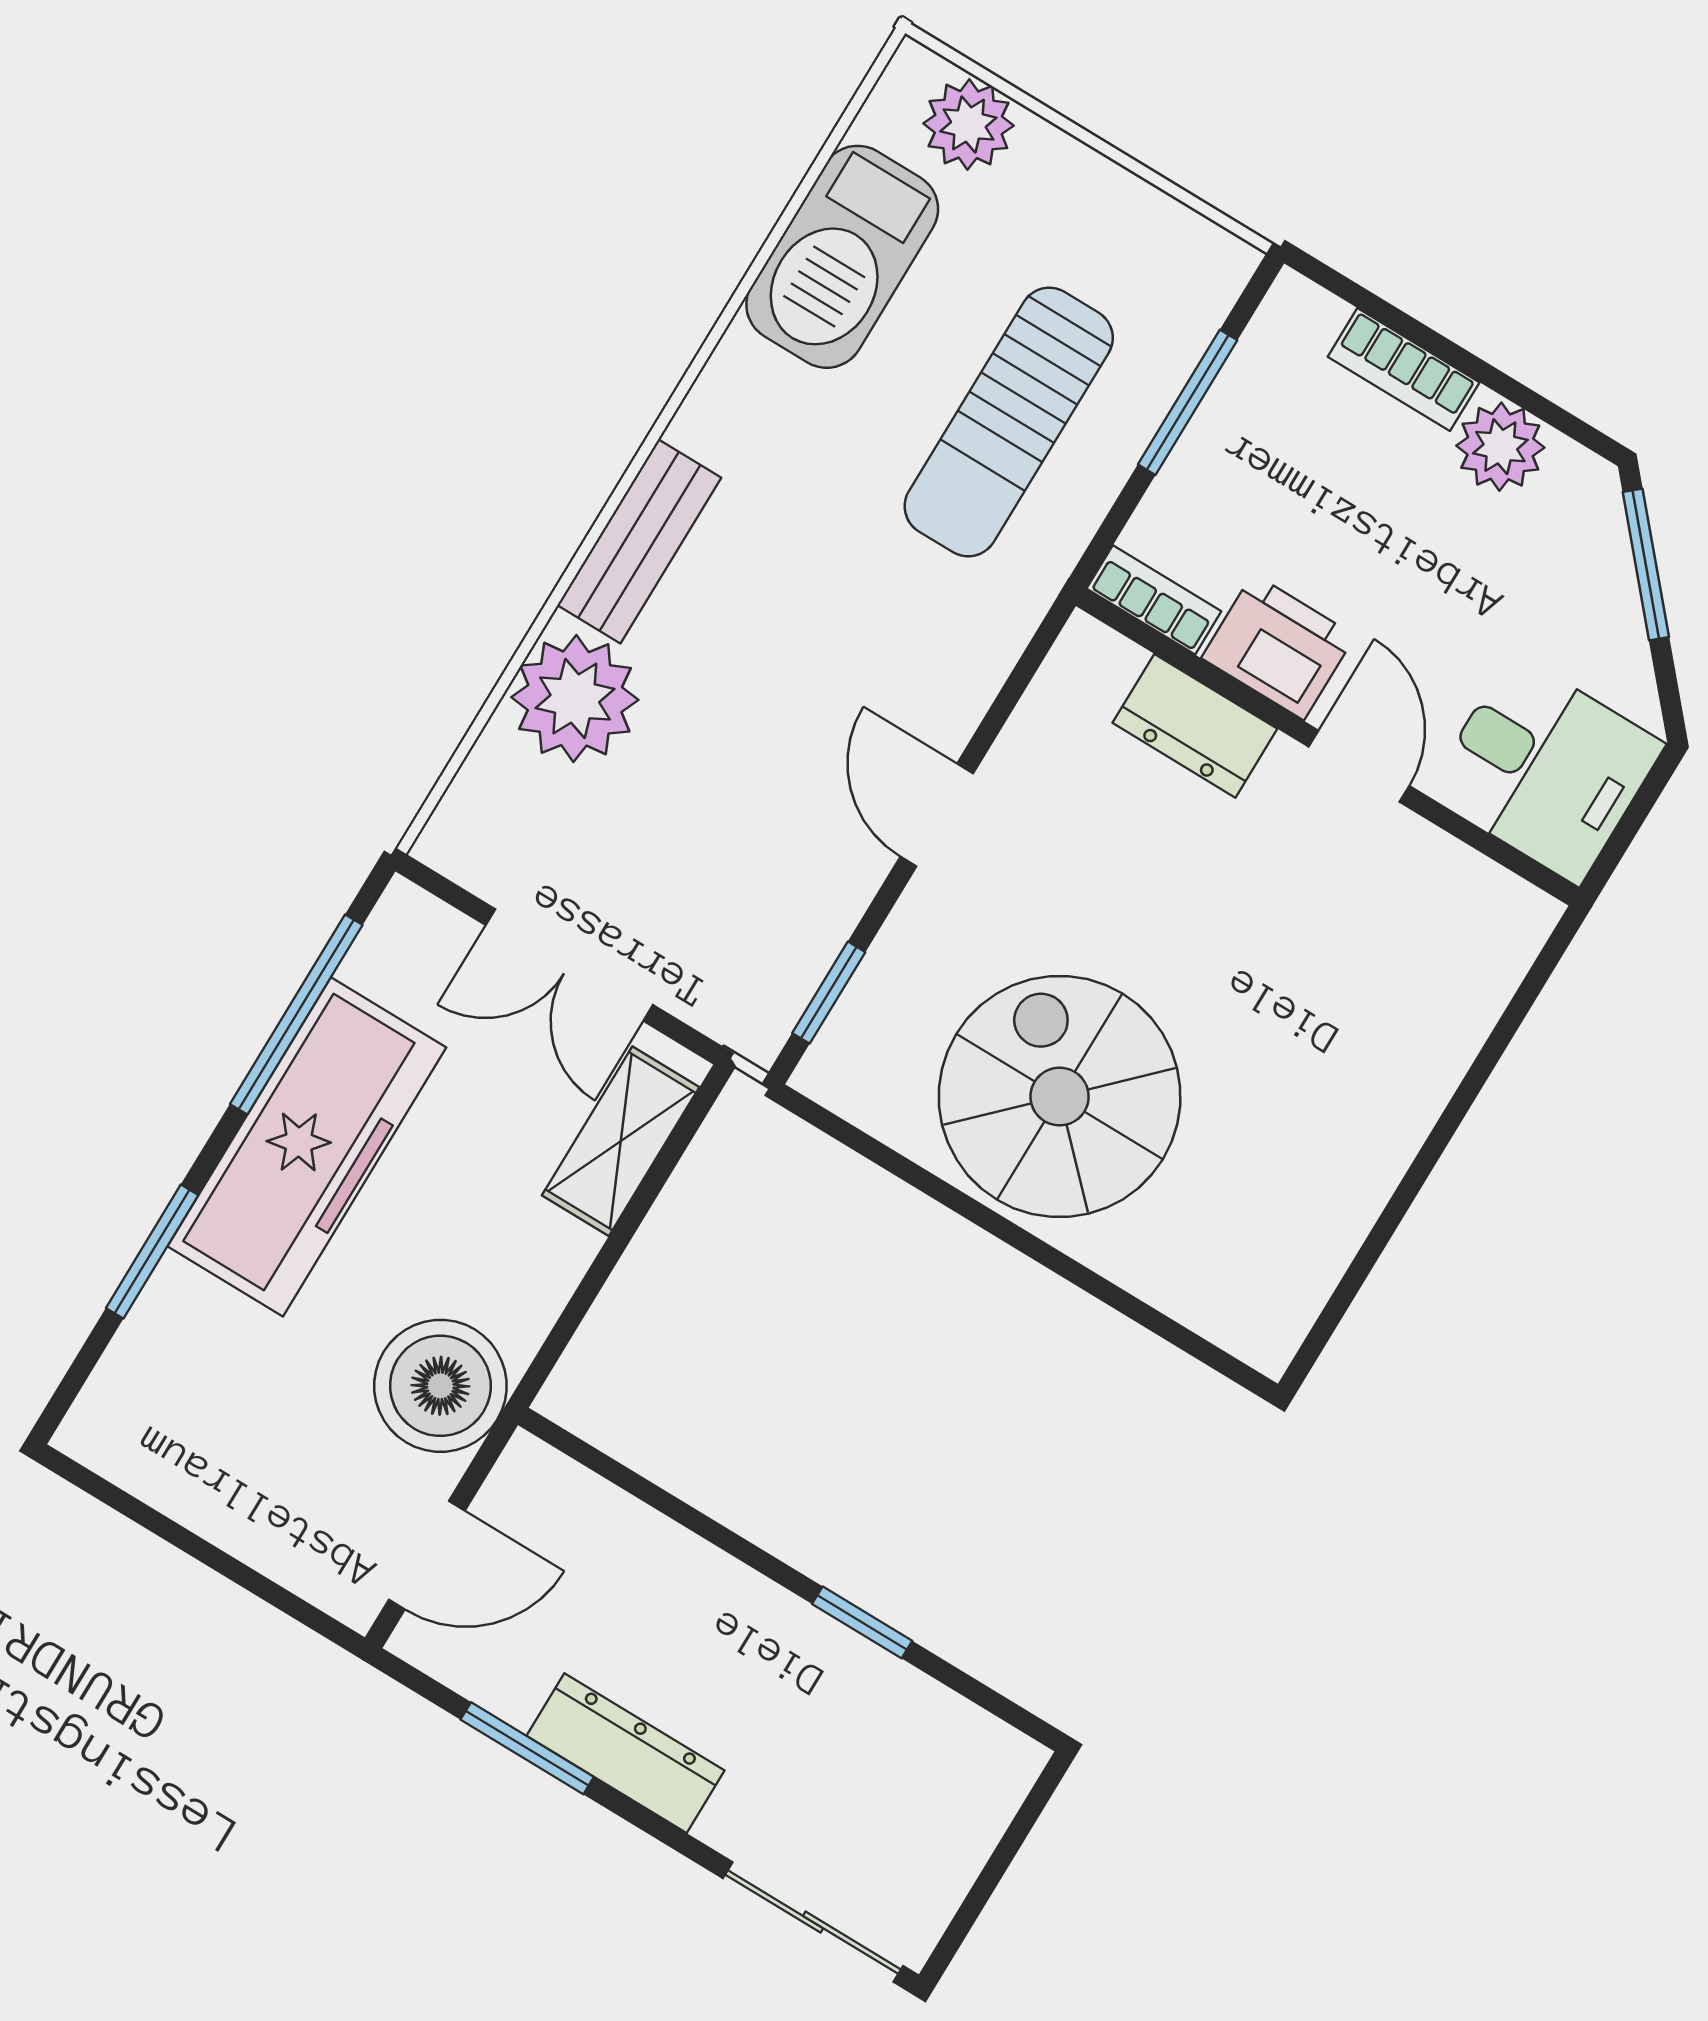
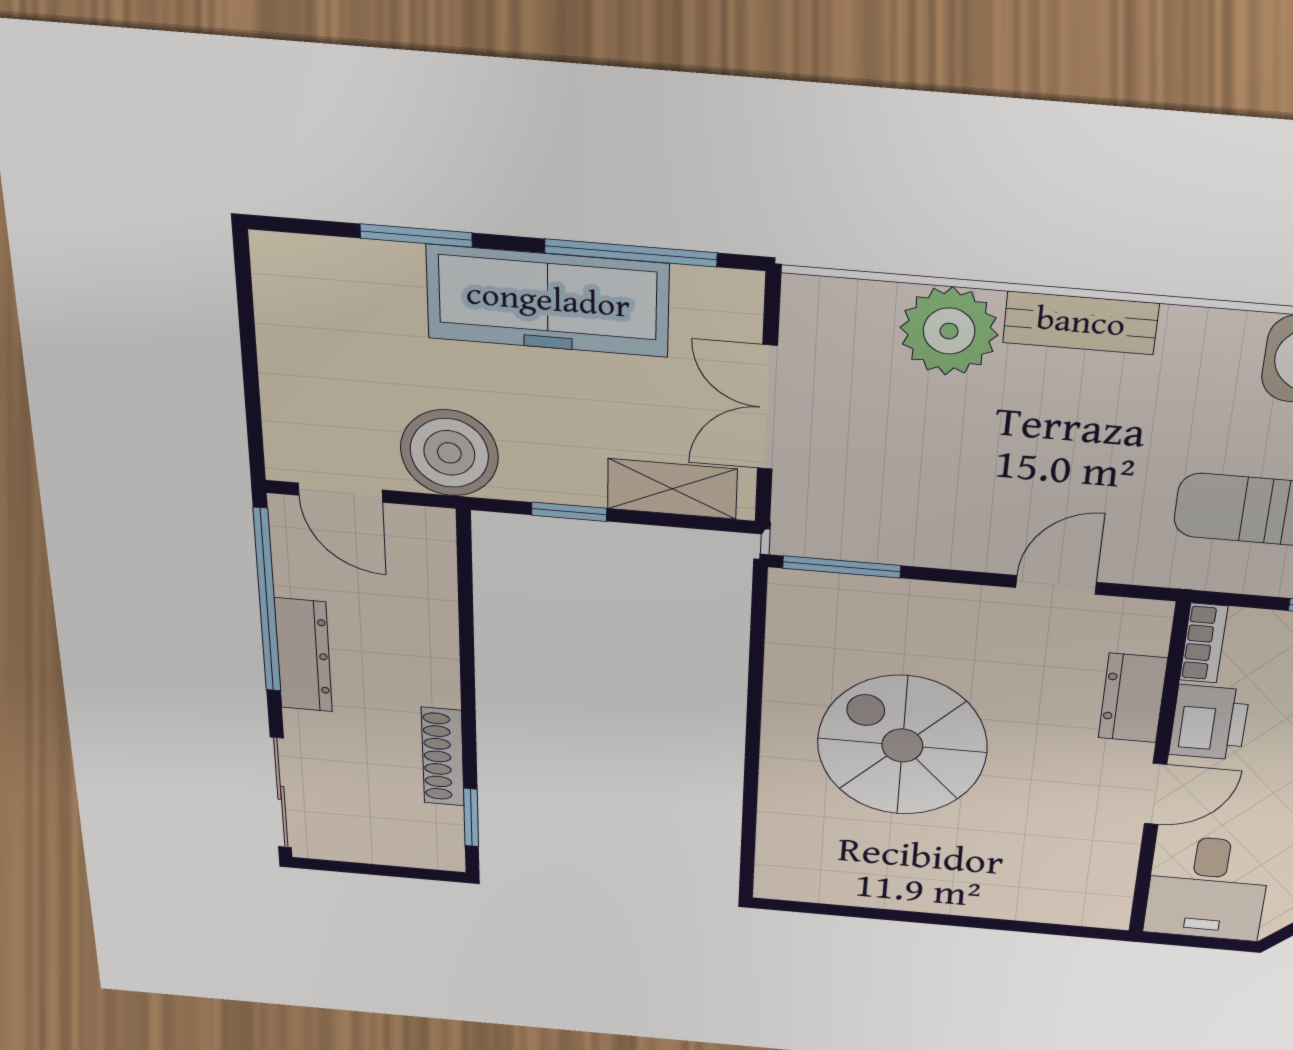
door: (937, 815) -> (1056, 585), moved
window: (829, 993) -> (842, 567), width x1.50
spiral stairs: (1060, 1097) -> (902, 745), moved, turned -90
window: (590, 1287) -> (569, 512), added
window: (862, 1622) -> (471, 817), moved
shoe rack: (861, 1668) -> (443, 757), added
window: (527, 1748) -> (267, 601), width x2.11

